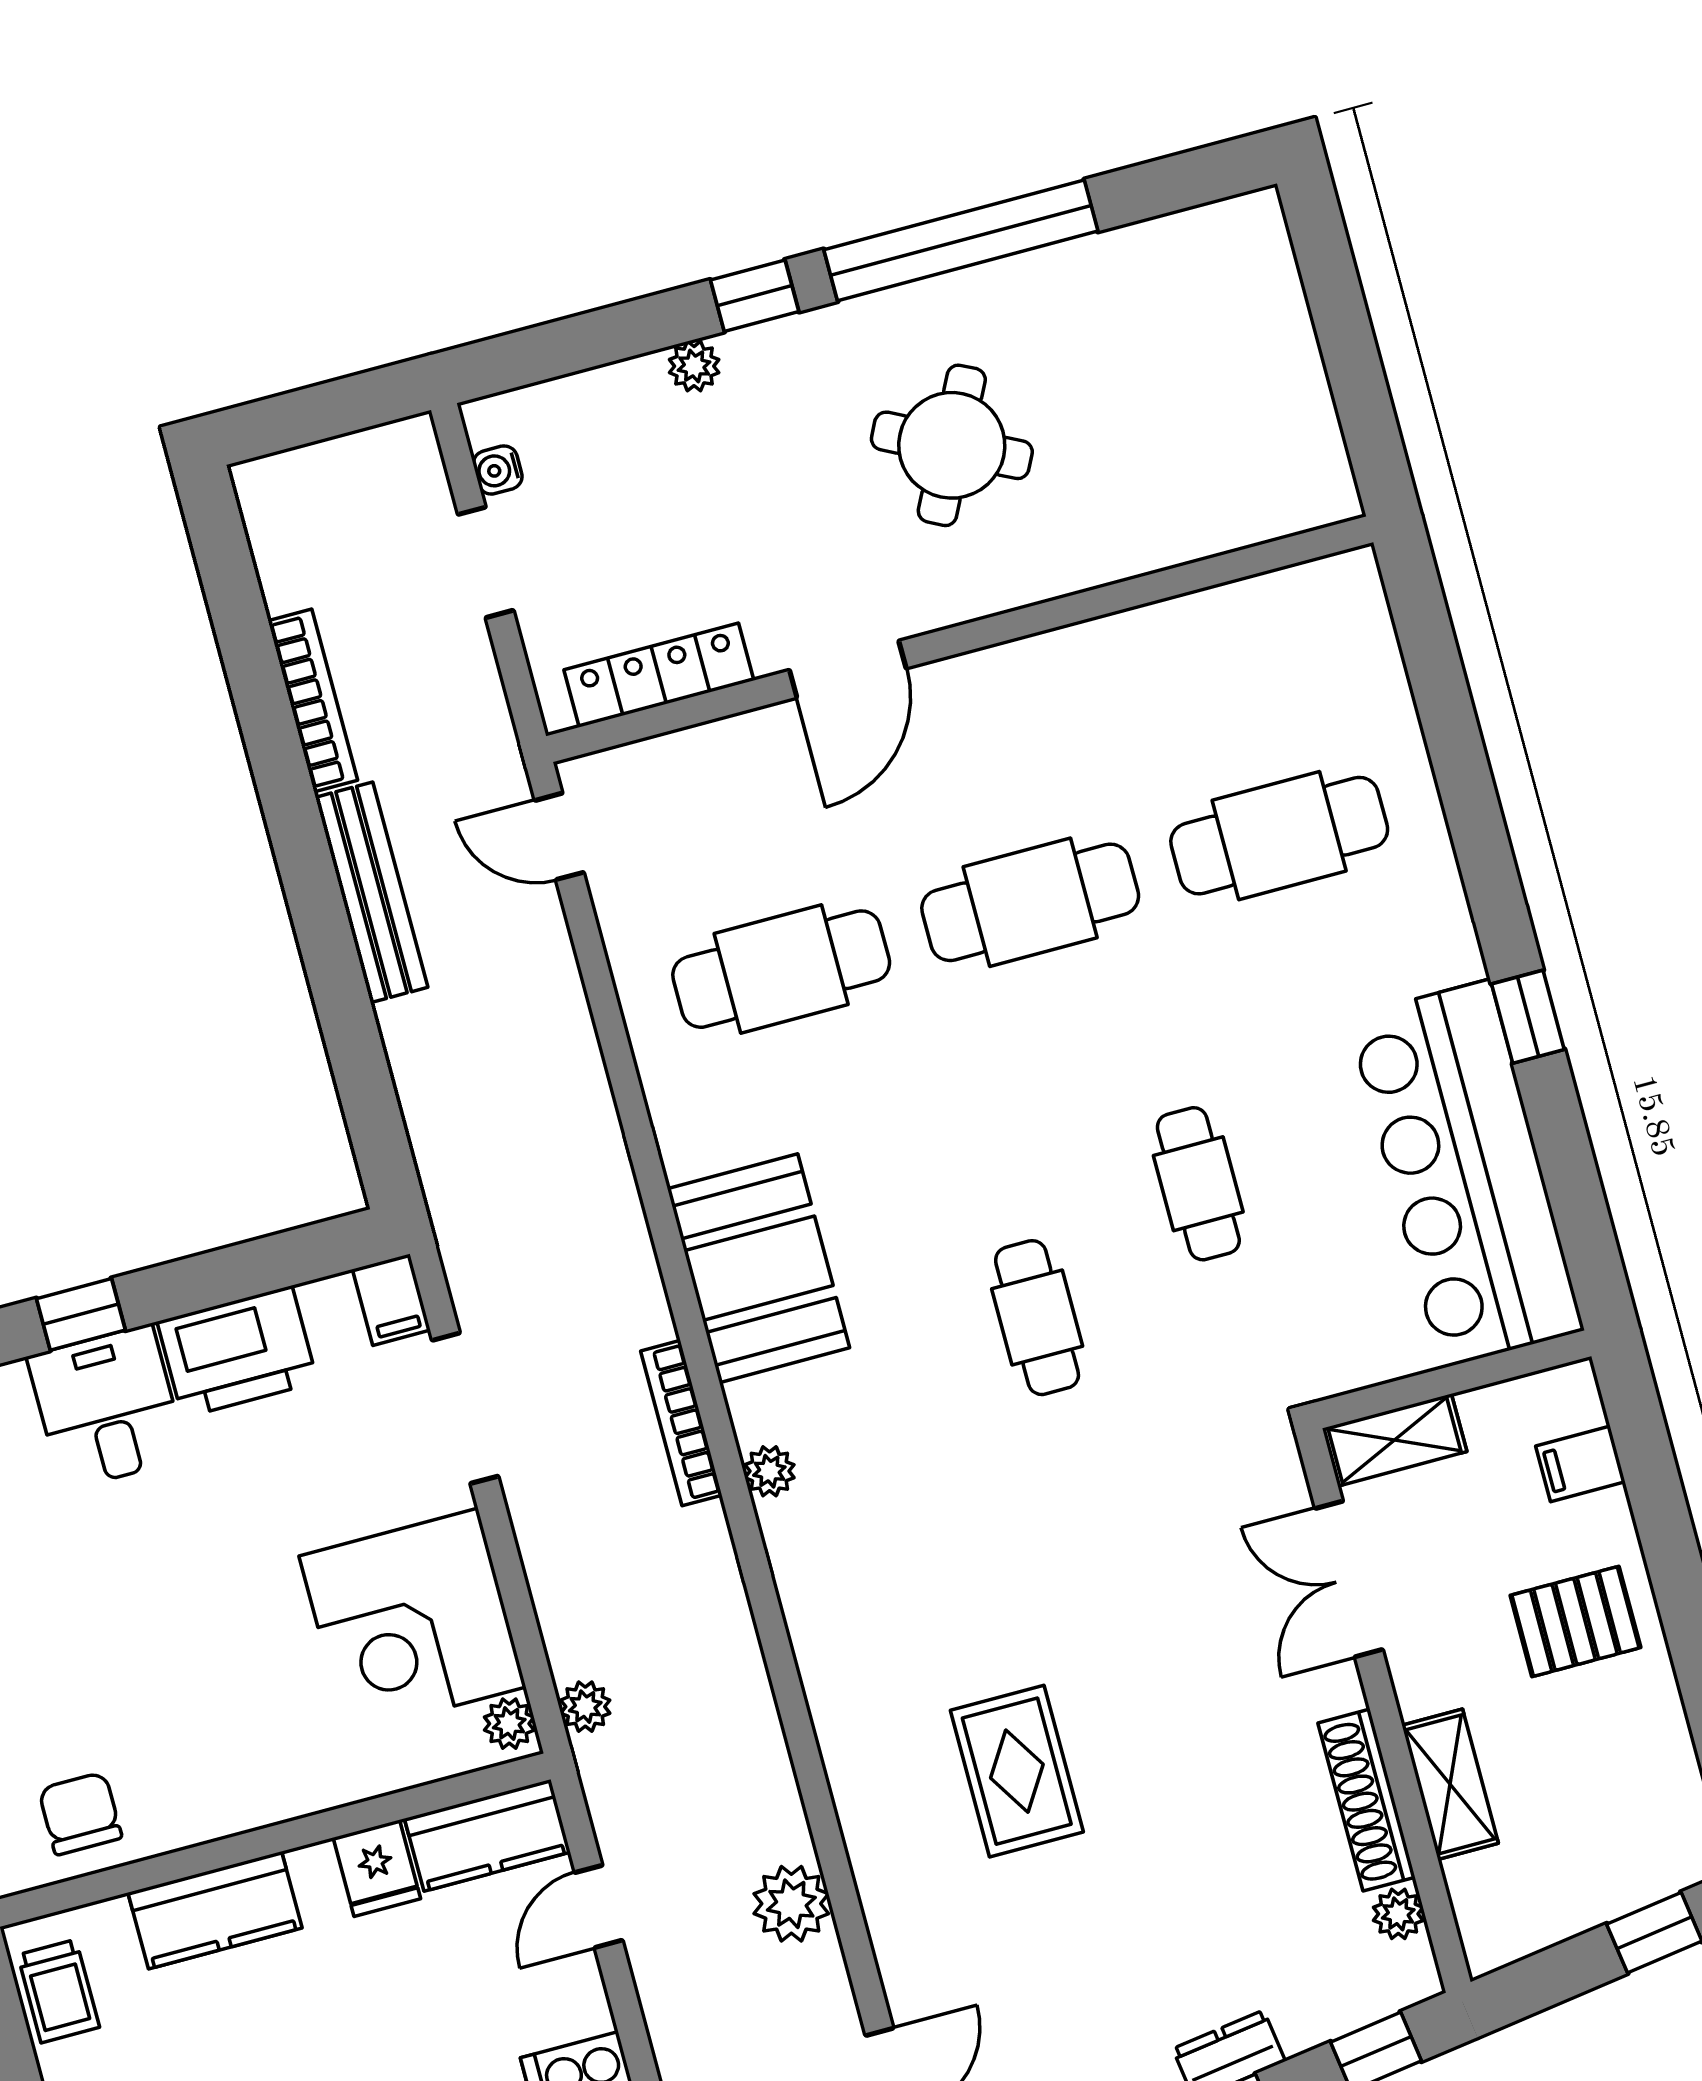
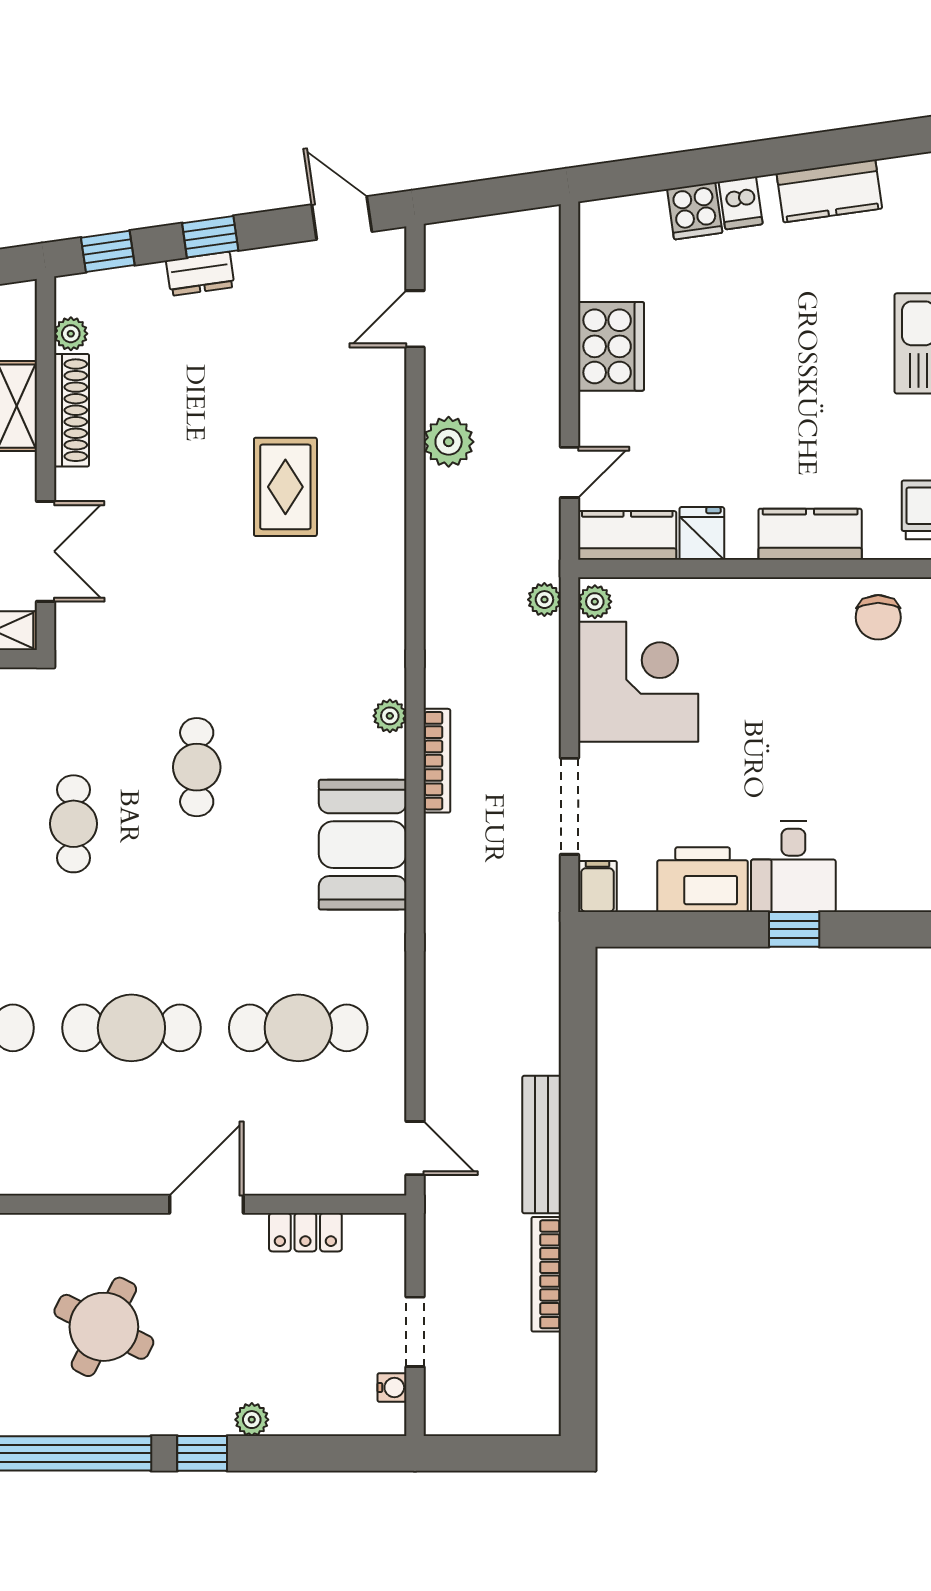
locker: (659, 675) -> (305, 1232), width x0.66

